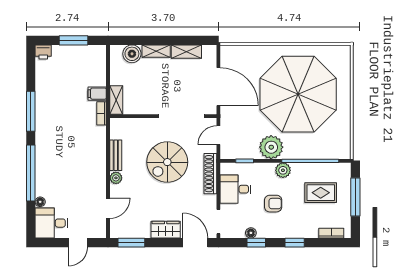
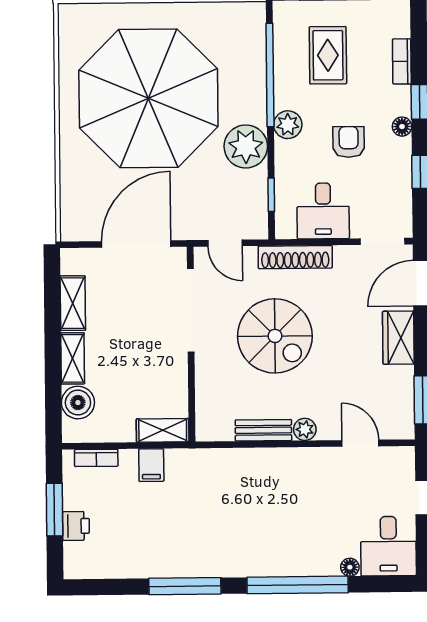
printer: (43, 52) -> (76, 526), moved
bookcase: (102, 113) -> (96, 458), moved
floor lamp: (251, 233) -> (402, 127), moved
bookcase: (331, 233) -> (402, 61), moved

